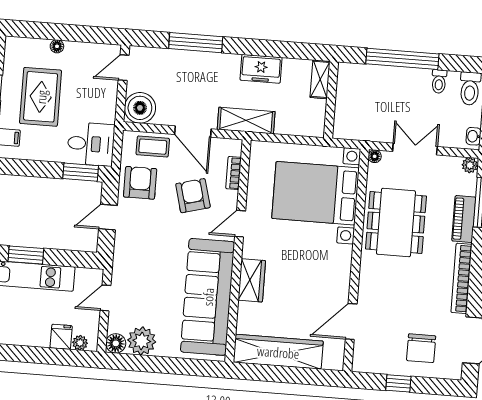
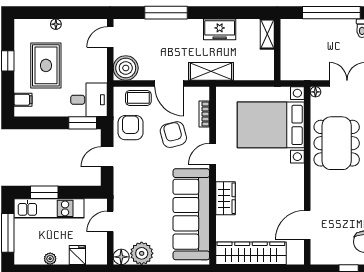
plant: (80, 343) -> (50, 259), moved

